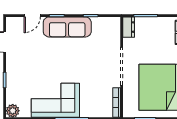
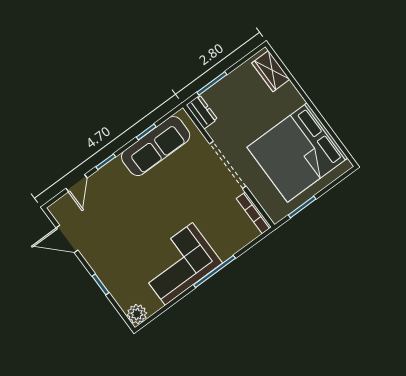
sofa: (67, 27) -> (156, 146), moved

